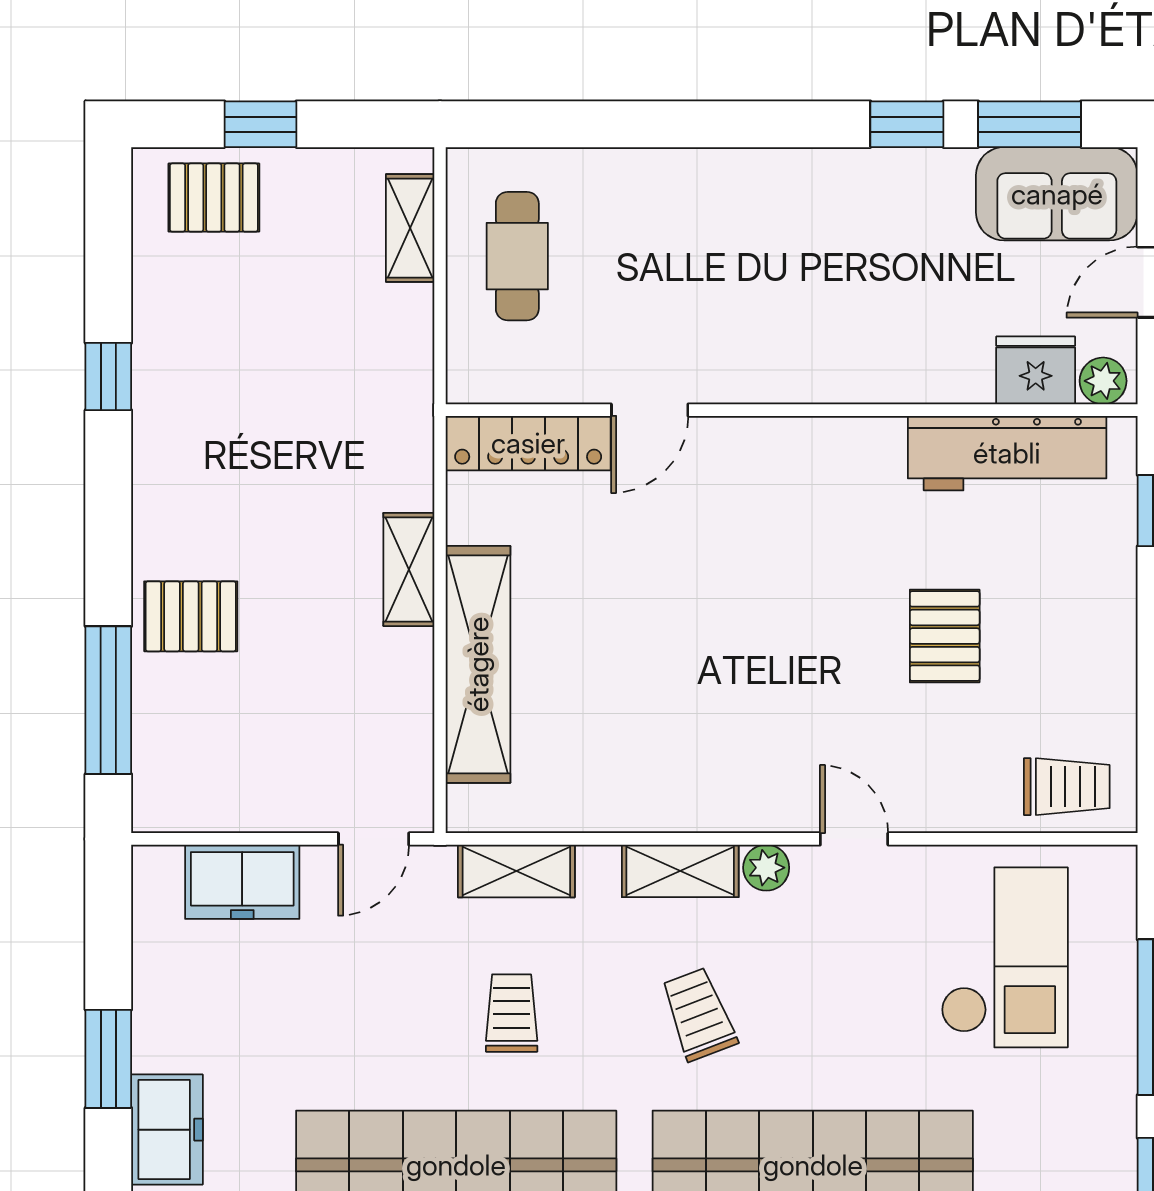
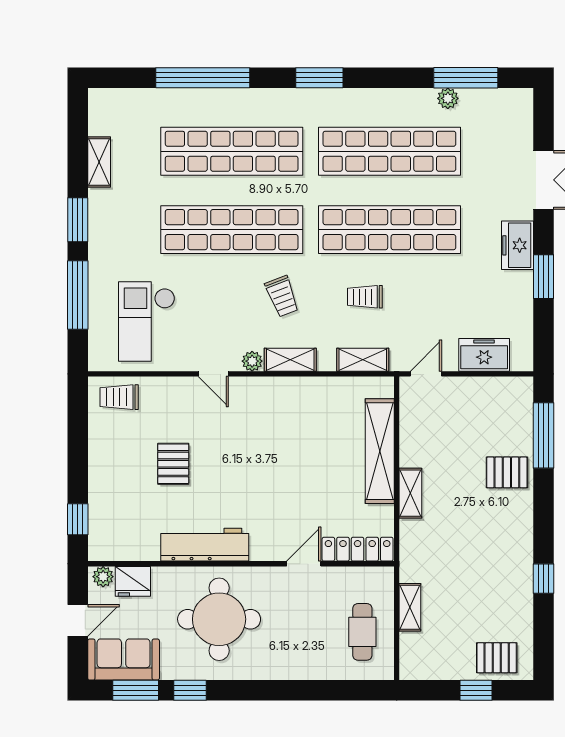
shelving: (410, 228) -> (410, 607), moved
round table: (841, 285) -> (219, 619), added
workbench: (1007, 453) -> (205, 545), moved
trolley: (512, 1013) -> (365, 297), turned 90

